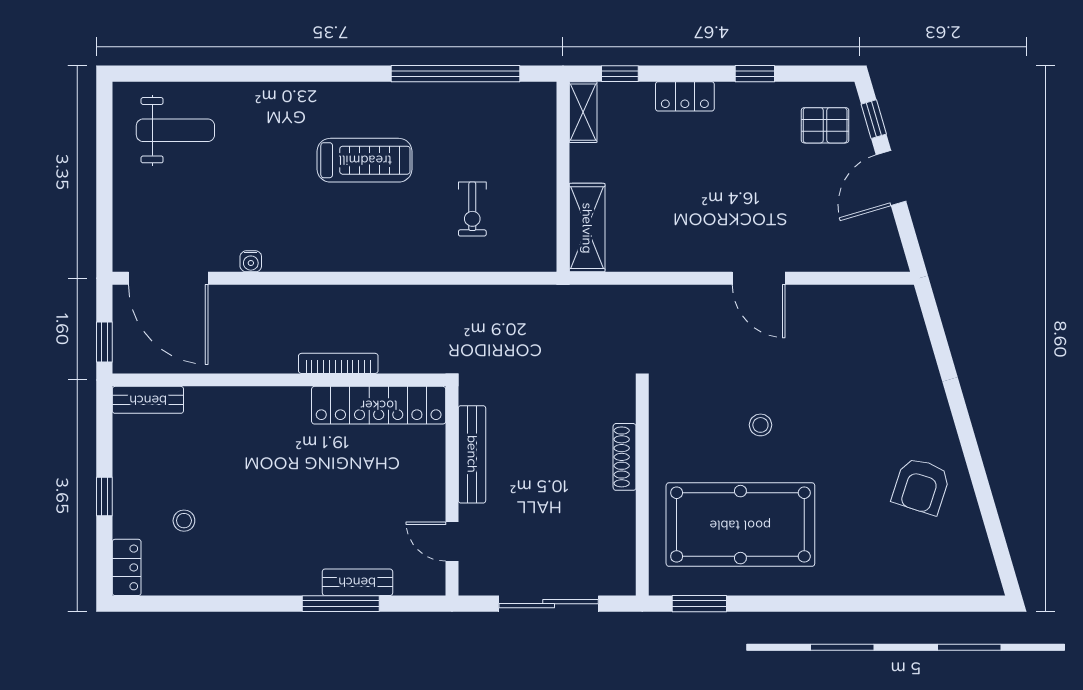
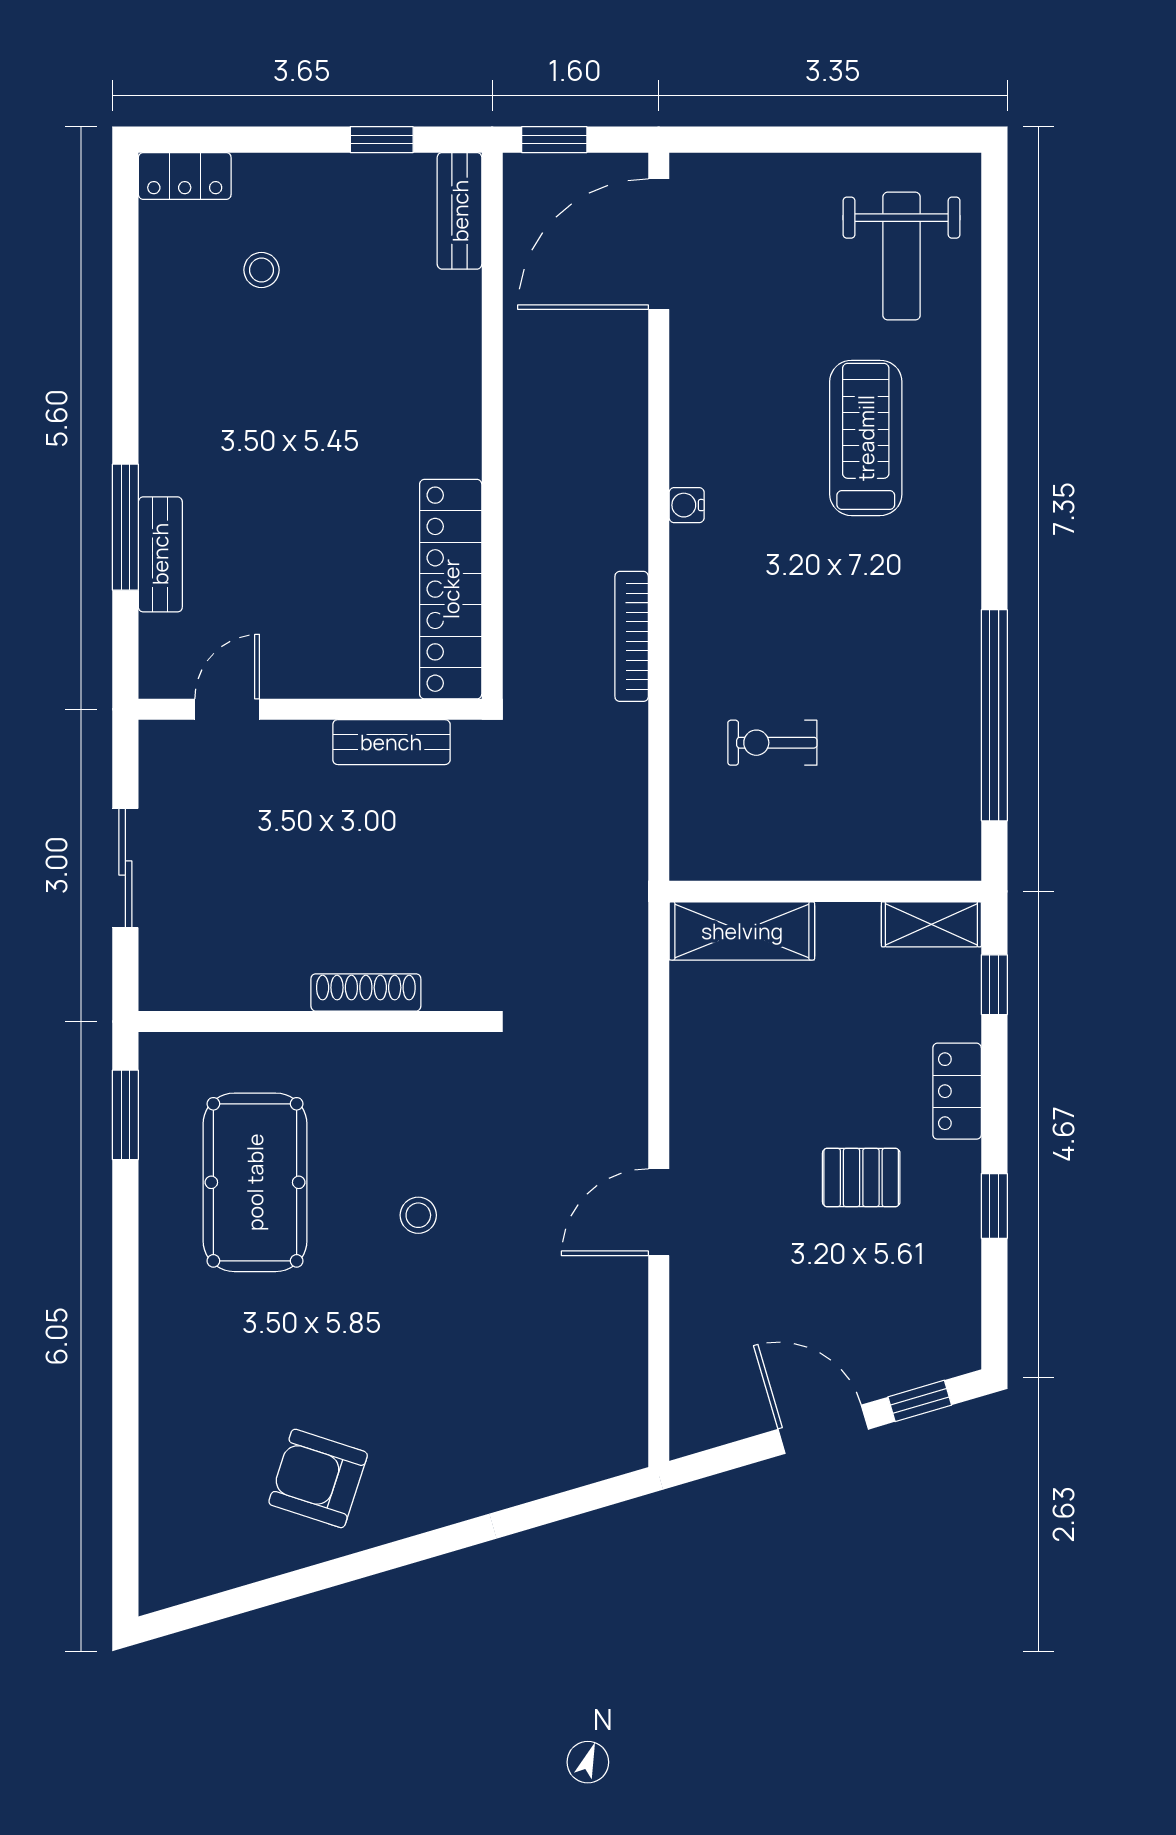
pallet: (825, 125) -> (861, 1178), moved, turned 90
treadmill: (365, 160) -> (866, 438), moved, turned 180
water cooler: (251, 261) -> (687, 505), moved
bookcase: (338, 363) -> (632, 636), moved, turned 180
bench: (472, 454) -> (391, 742), width x0.73
window: (104, 496) -> (382, 140), moved
pool table: (740, 525) -> (255, 1182), width x0.73, depth x0.76
sliding door: (549, 604) -> (125, 868), width x0.73

